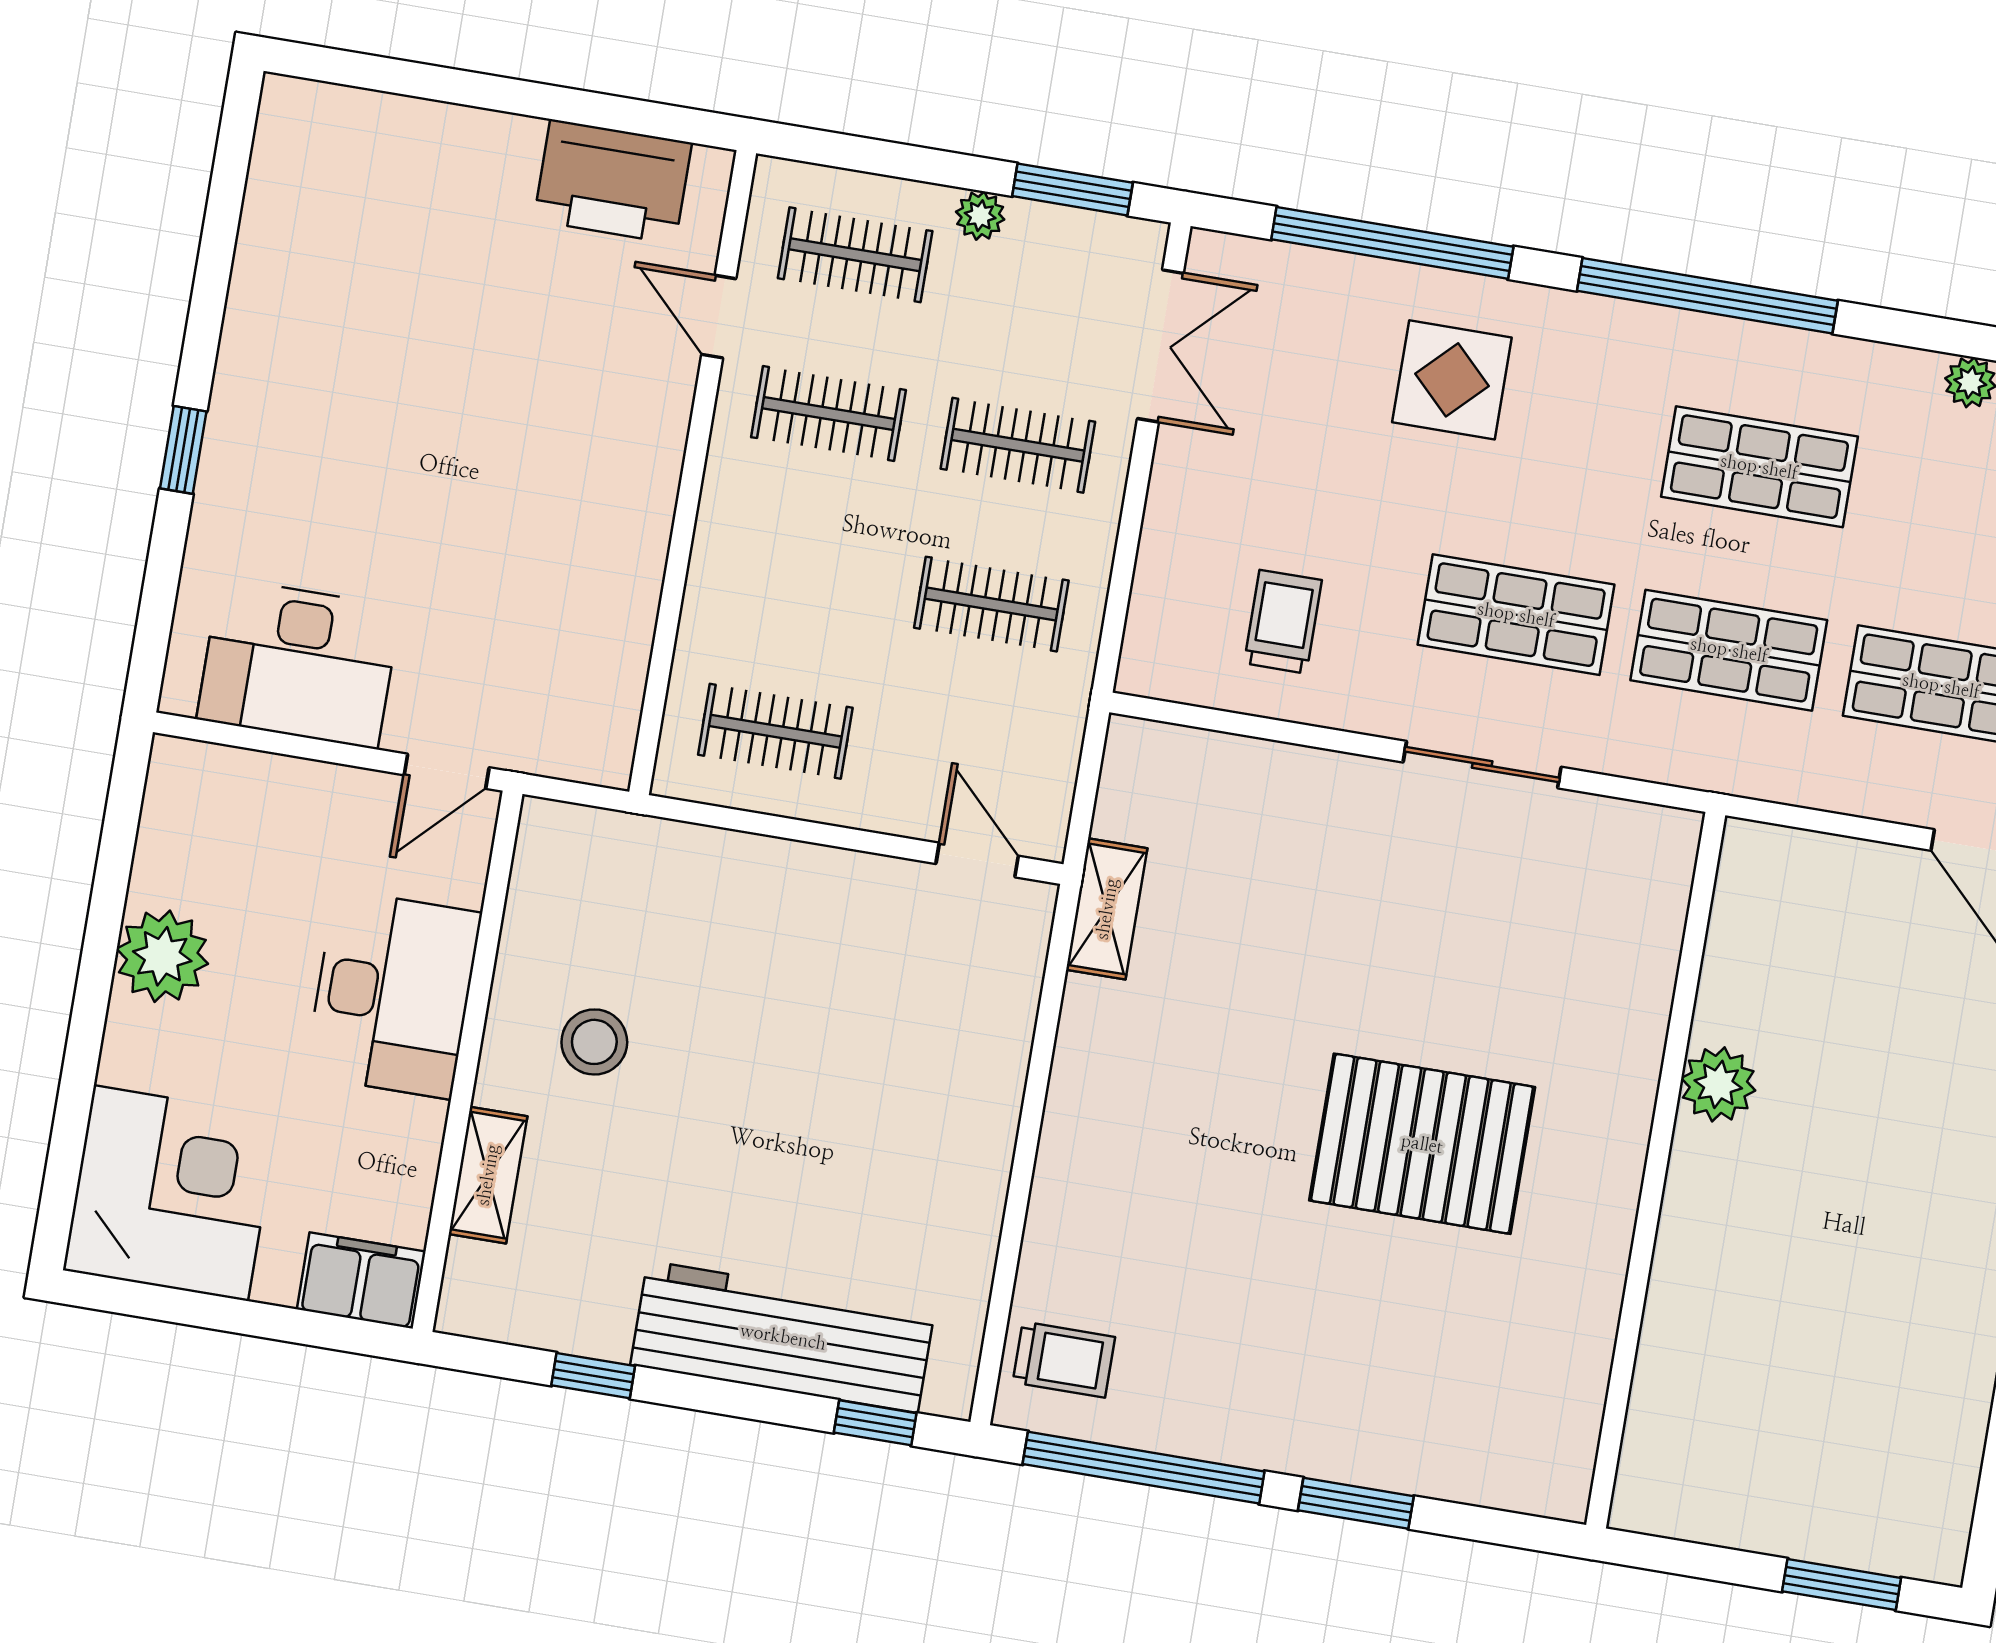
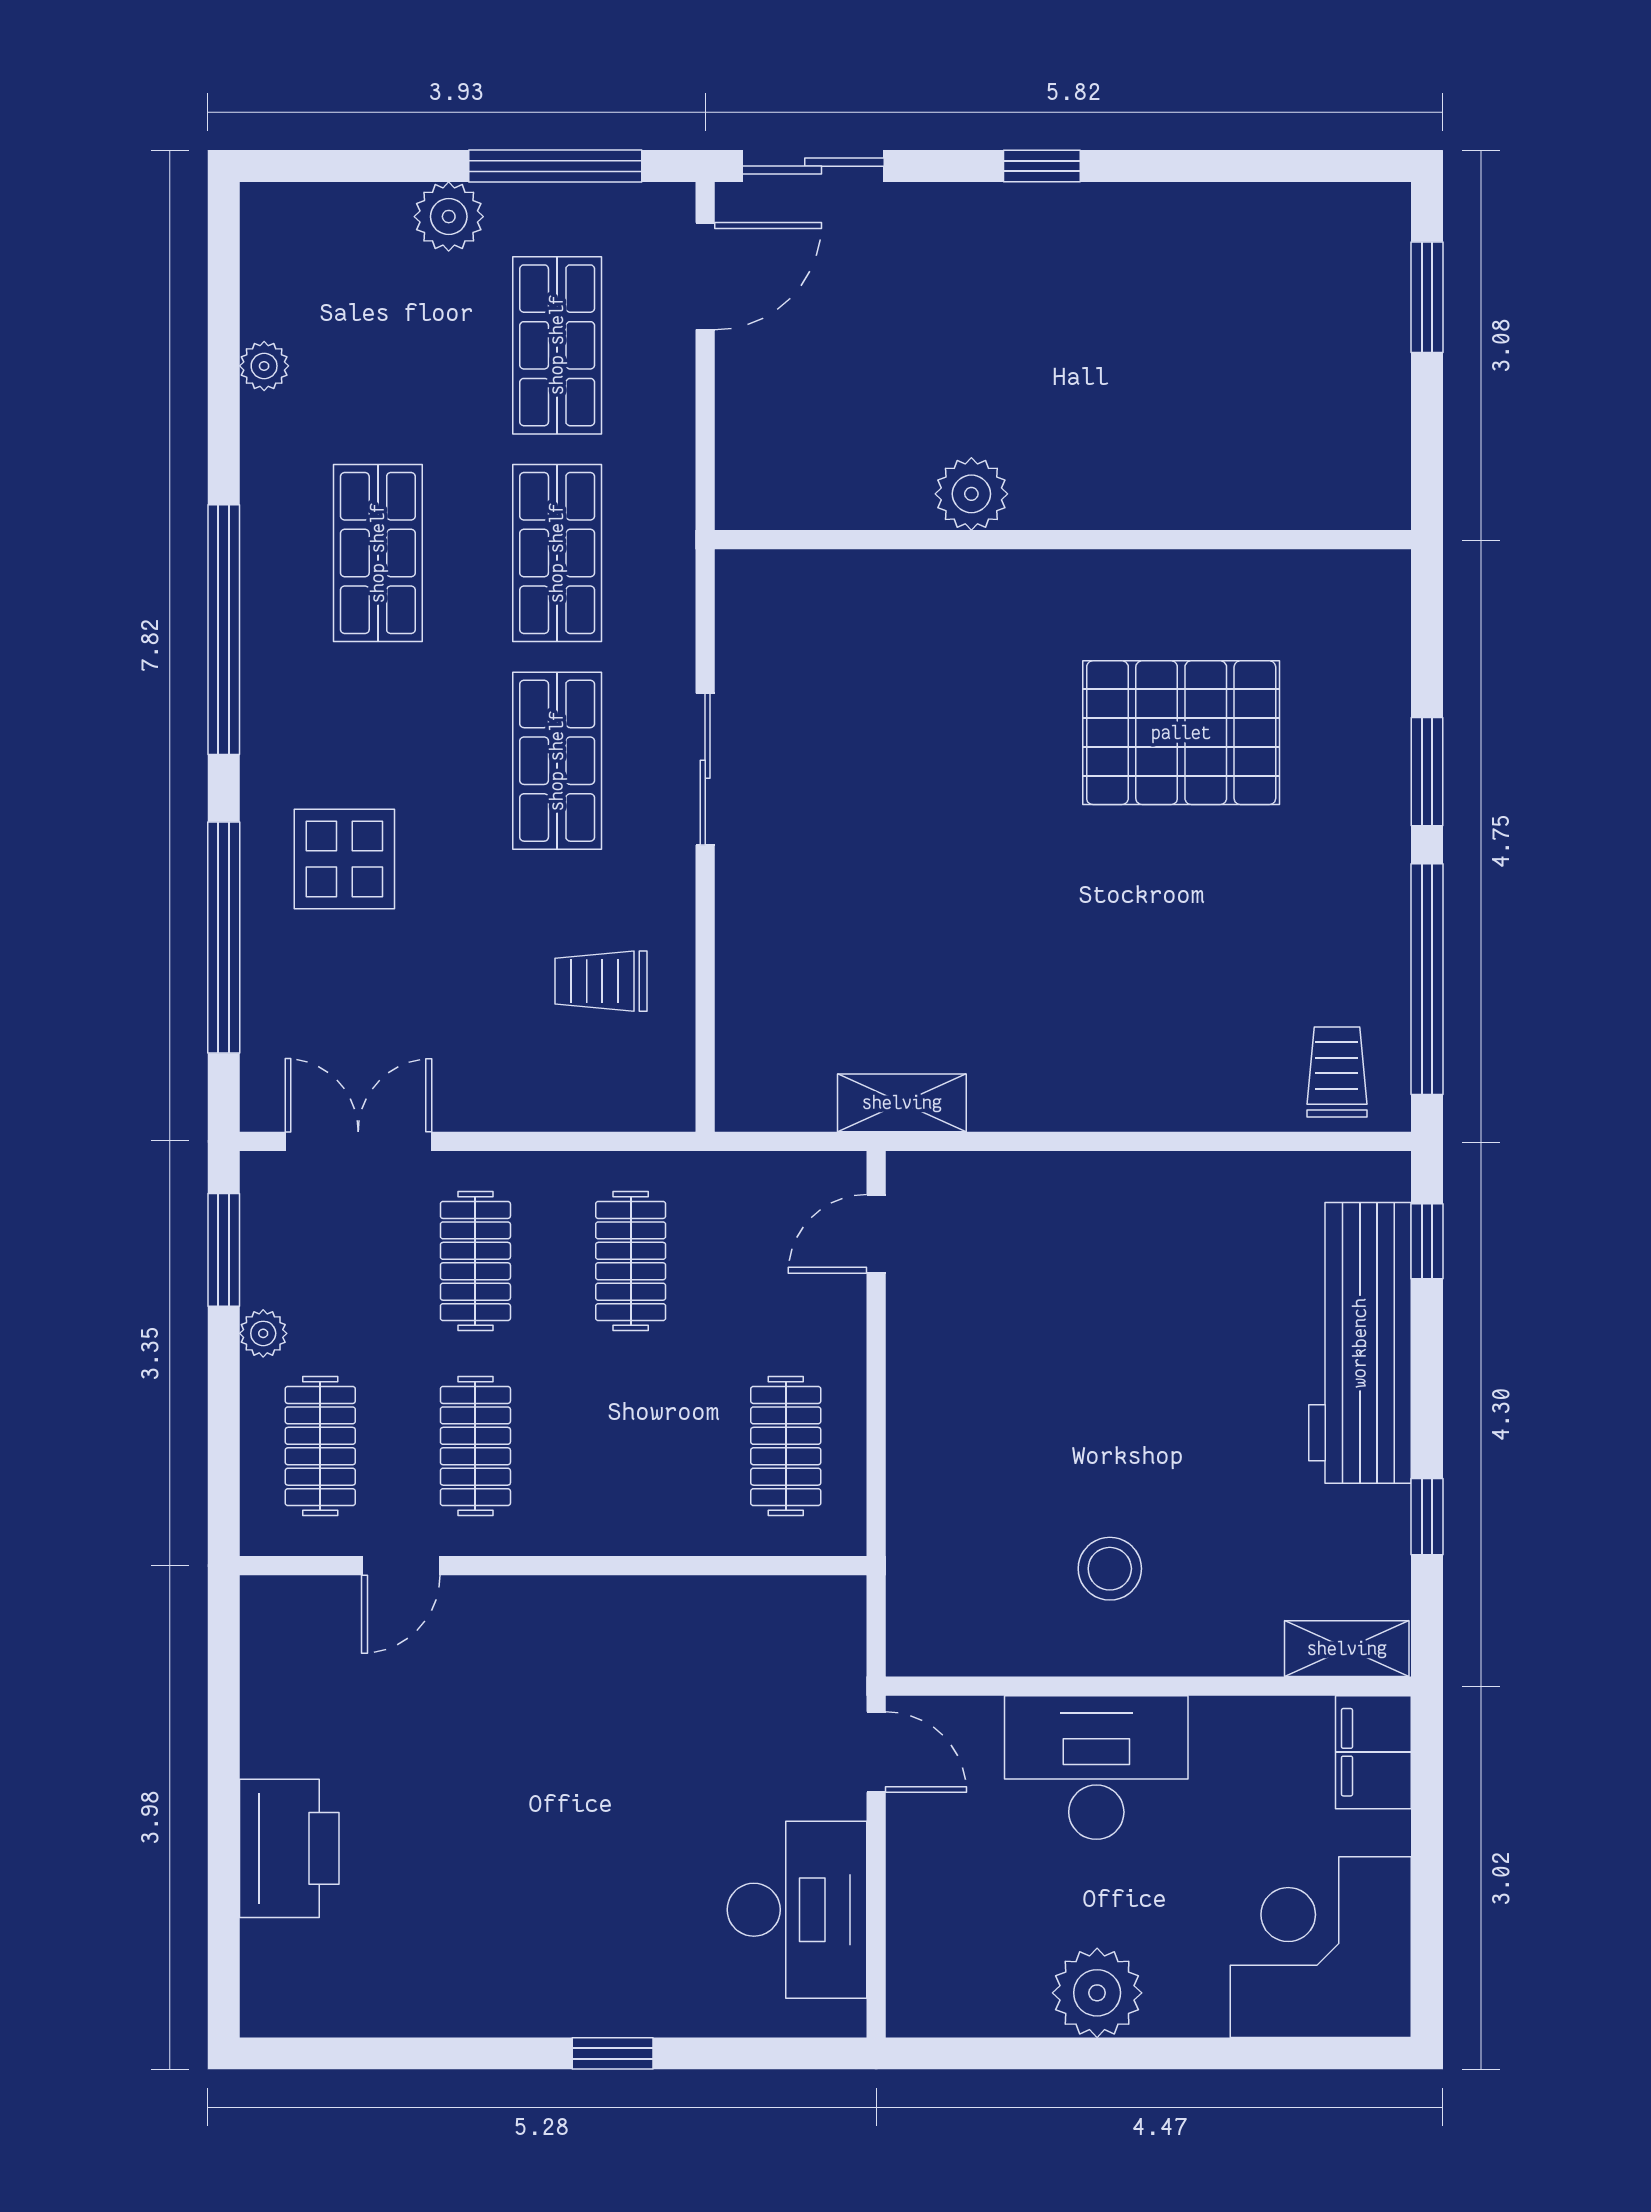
printer: (613, 181) -> (289, 1848), moved
pallet: (1422, 1144) -> (1181, 733), moved, turned 90
shelving: (488, 1175) -> (1347, 1649), moved

